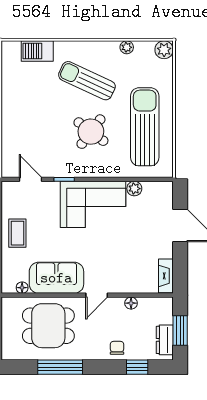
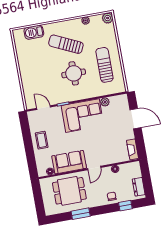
sun lounger: (145, 127) -> (104, 65), width x0.73, depth x0.75
round table: (91, 132) -> (74, 73), turned -37
window: (180, 331) -> (147, 180), removed
window: (60, 367) -> (81, 214), width x0.69

